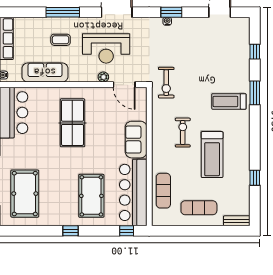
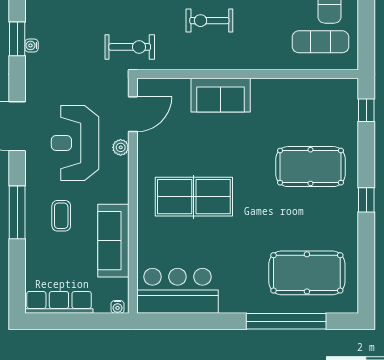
reception desk: (106, 48) -> (75, 143), turned 180
exercise mat: (163, 191) -> (320, 42), moved
bar counter: (133, 192) -> (305, 100), removed

